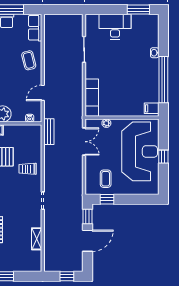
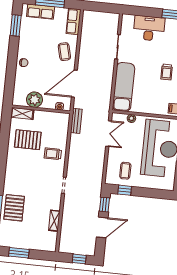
trolley: (138, 71) -> (167, 72), added
door: (43, 93) -> (74, 84), width x1.88
exam couch: (92, 98) -> (124, 87), width x1.36, depth x1.45

